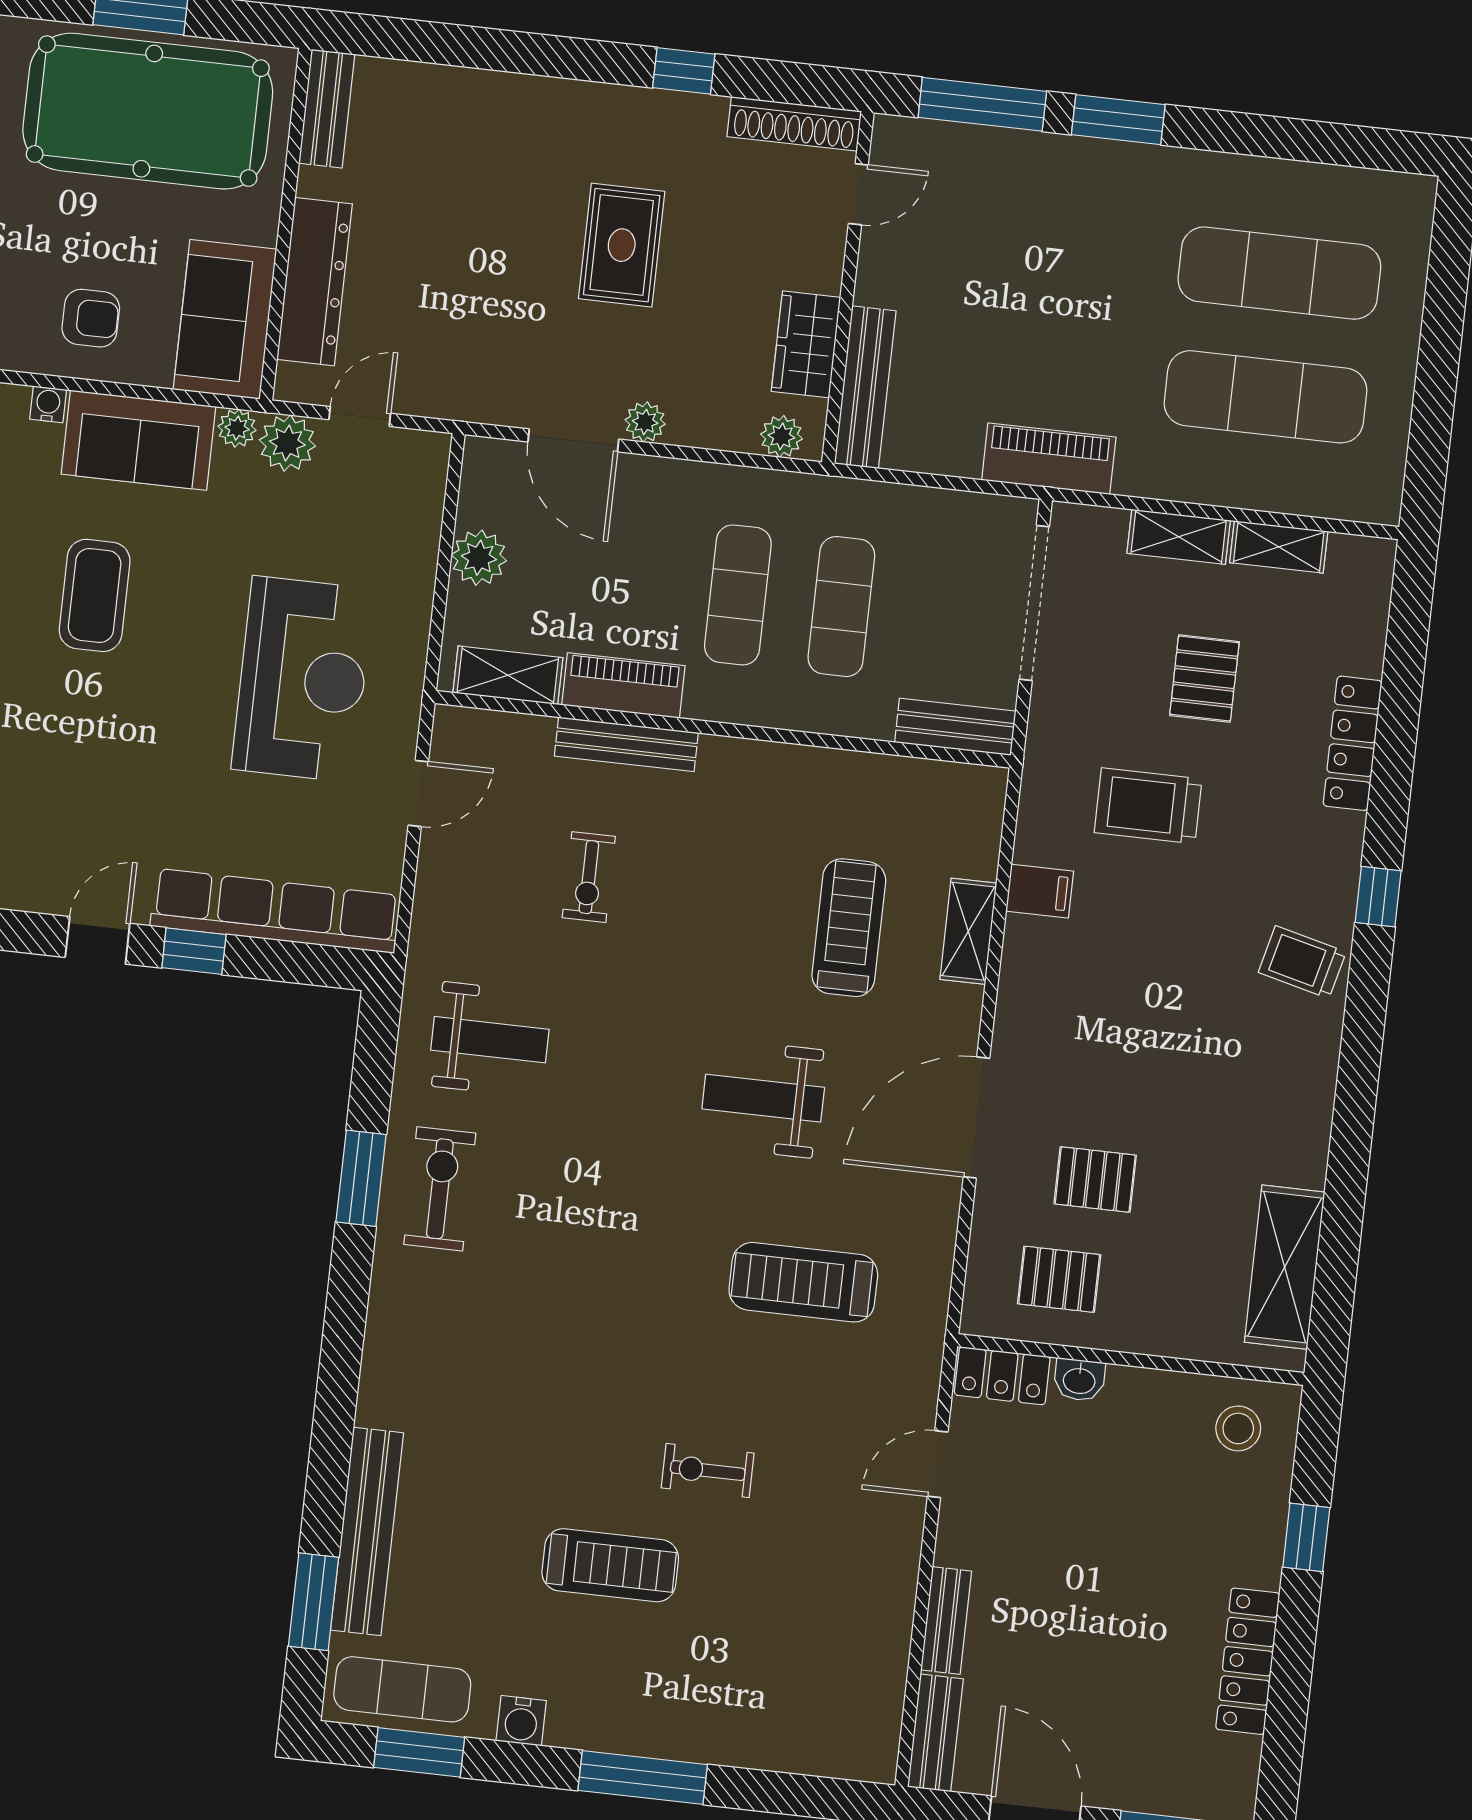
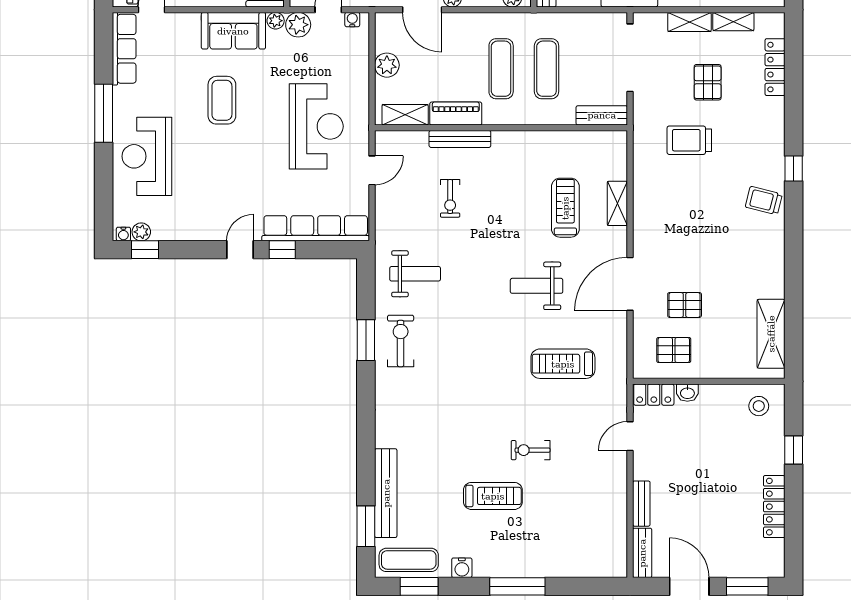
water cooler: (48, 404) -> (352, 20), moved
locker: (1353, 743) -> (775, 67), moved
filing cabinet: (1040, 891) -> (646, 182), removed

